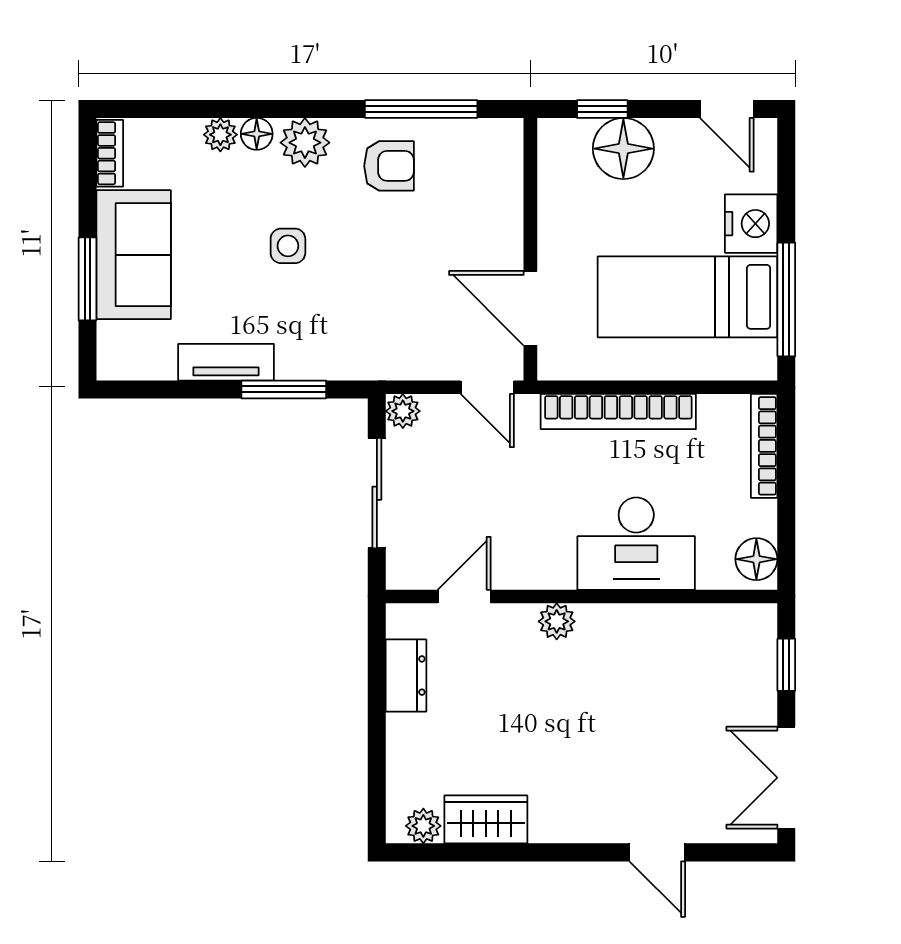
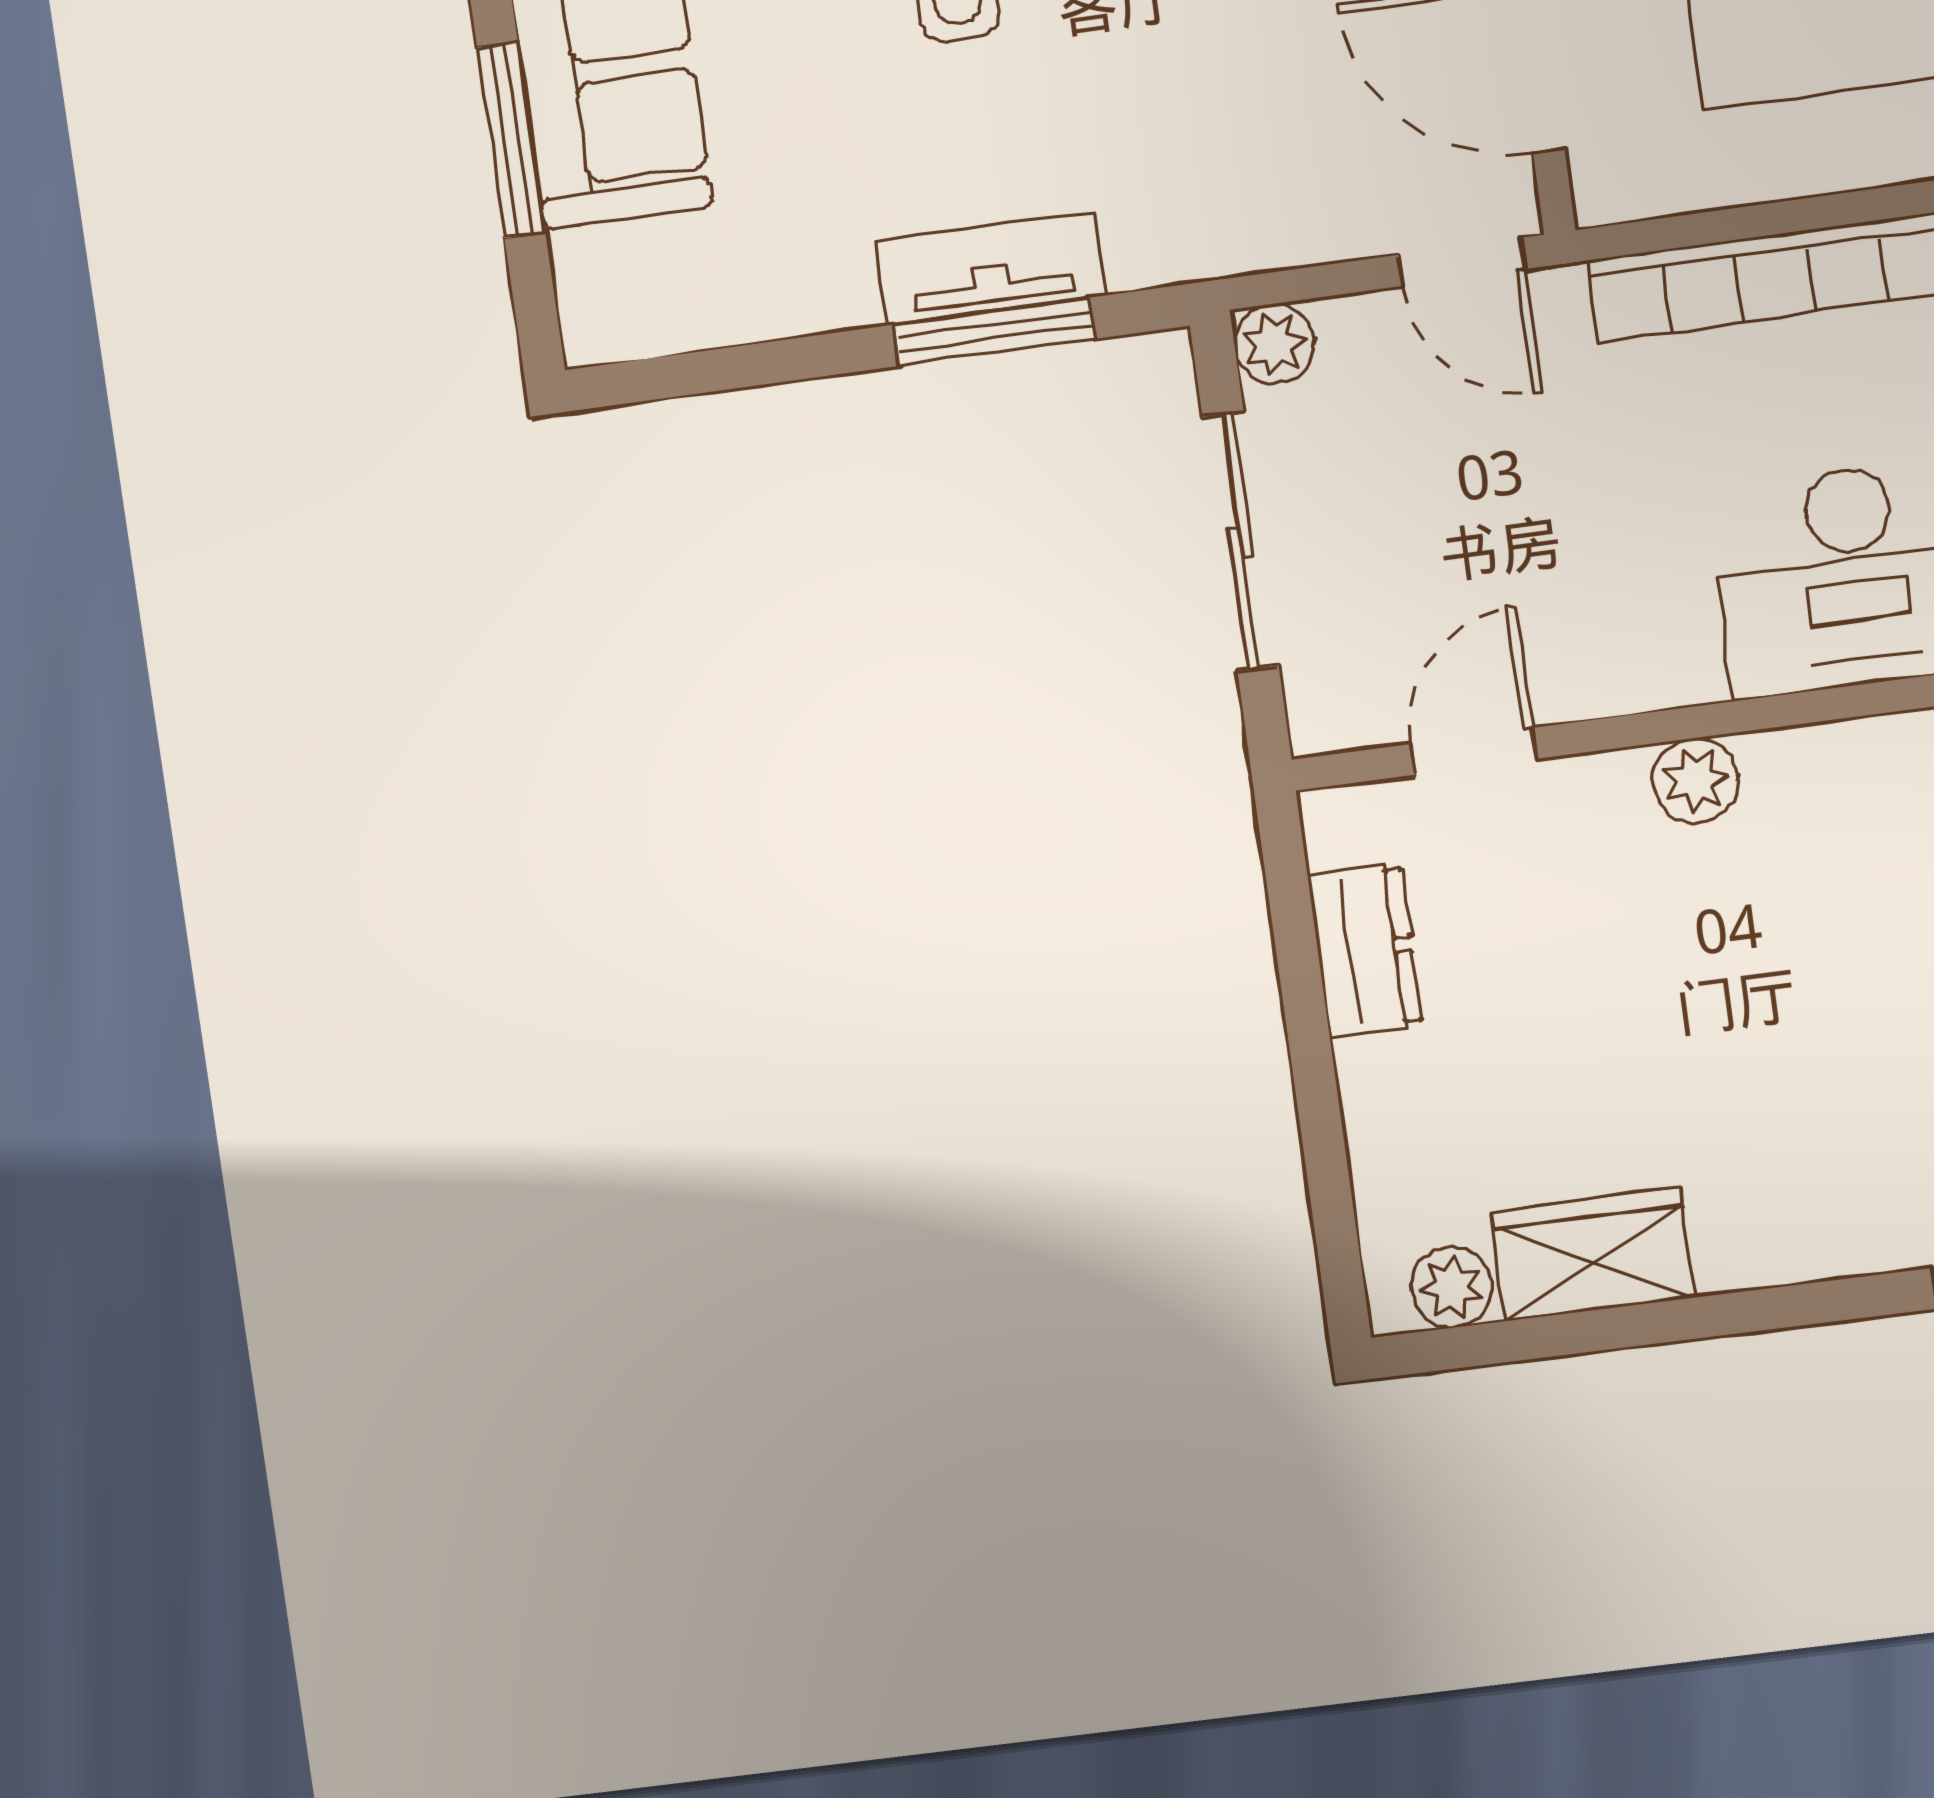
tv unit: (226, 362) -> (991, 268), moved

